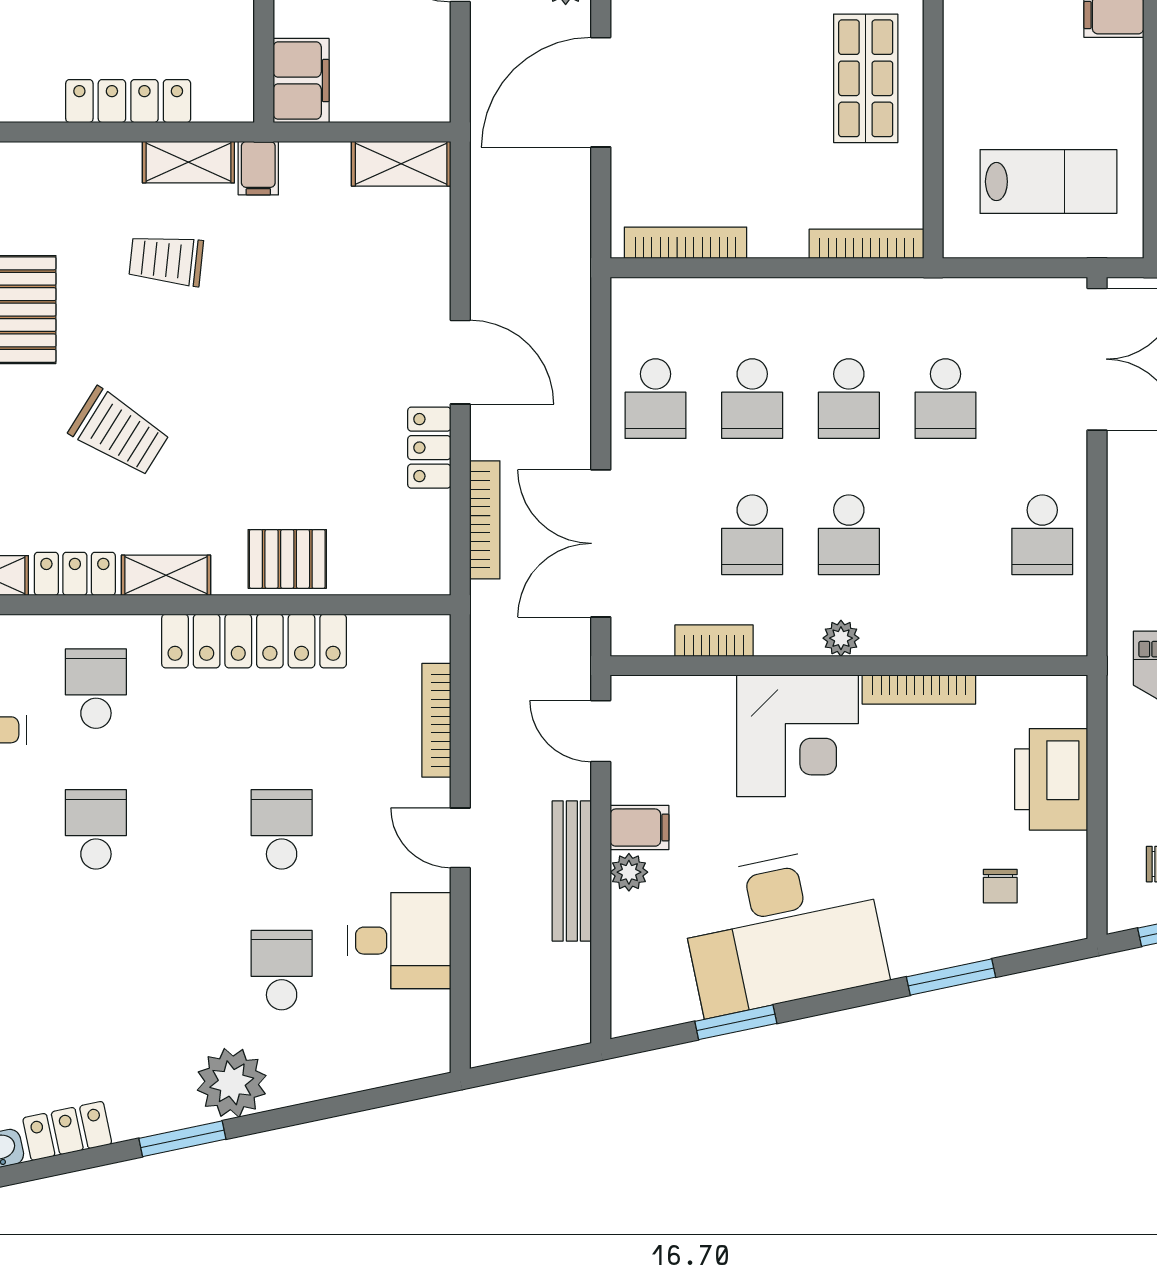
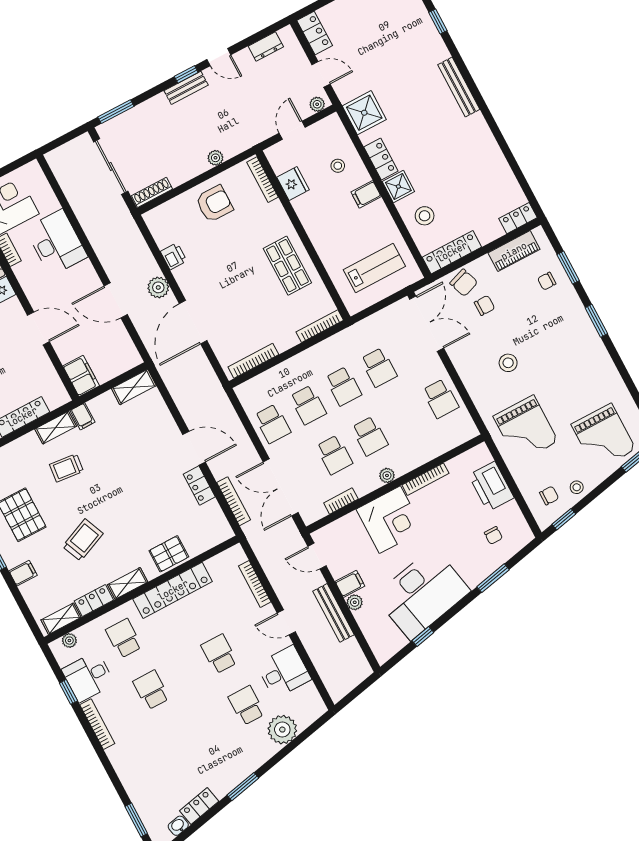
trolley: (119, 432) -> (83, 540), turned -55
window: (736, 1022) -> (423, 637), width x0.67
plant: (232, 1083) -> (282, 730), moved

